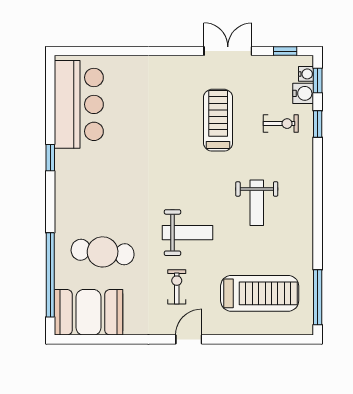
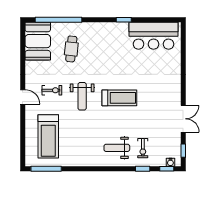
water cooler: (303, 93) -> (160, 161), removed
treadmill: (218, 120) -> (119, 98), moved
weight bench: (257, 203) -> (117, 148), moved
cafe table: (103, 252) -> (71, 49), width x0.73, depth x0.74

